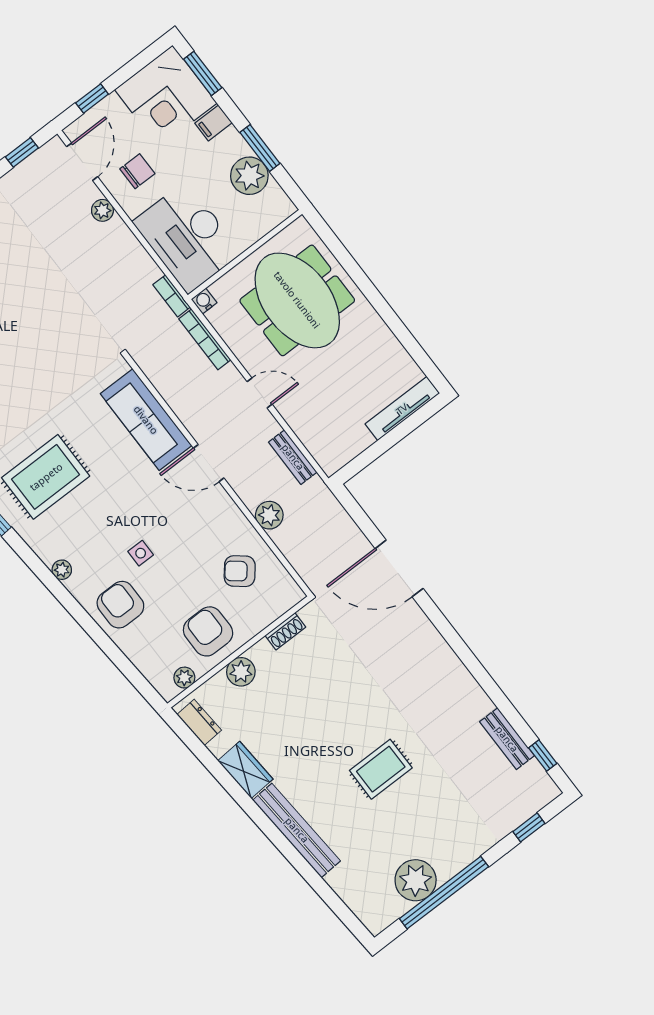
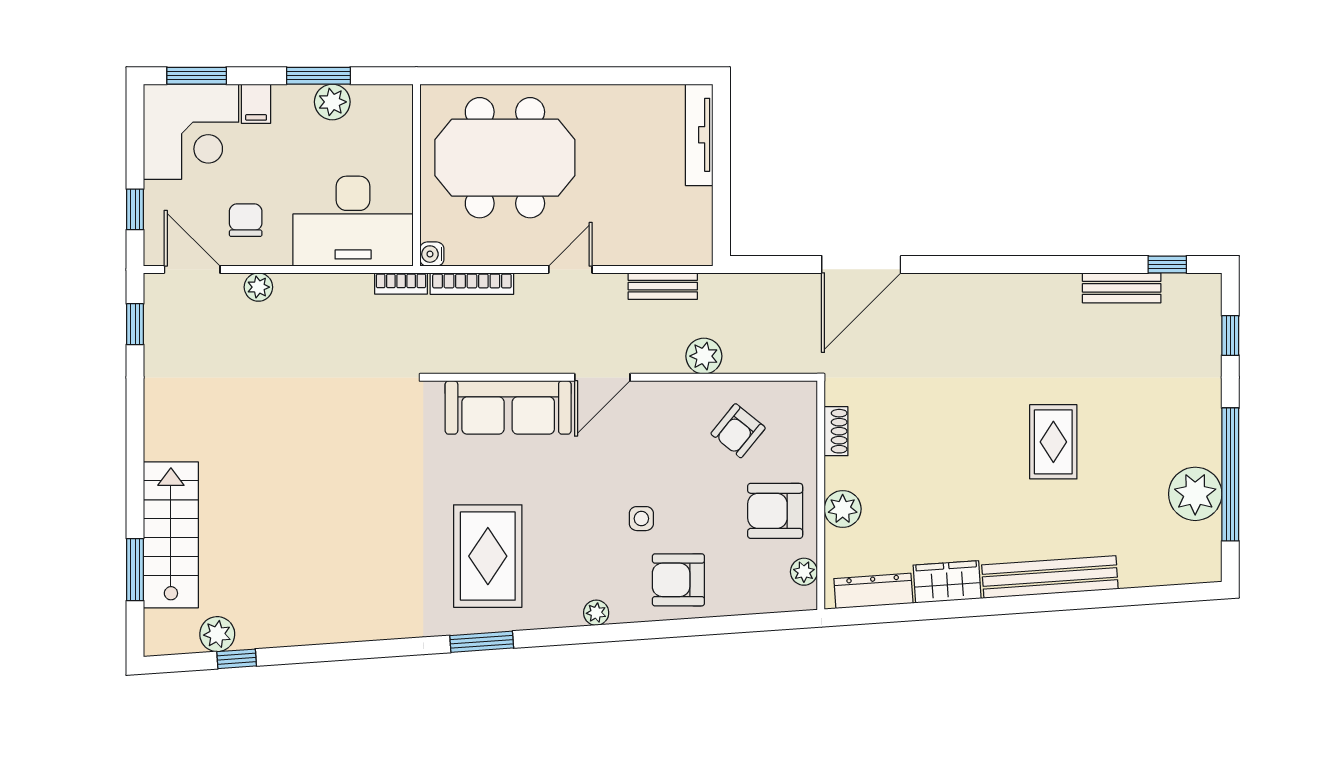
plant: (249, 176) -> (332, 102), width x0.73, depth x0.73
dresser: (199, 722) -> (873, 591), width x1.44

